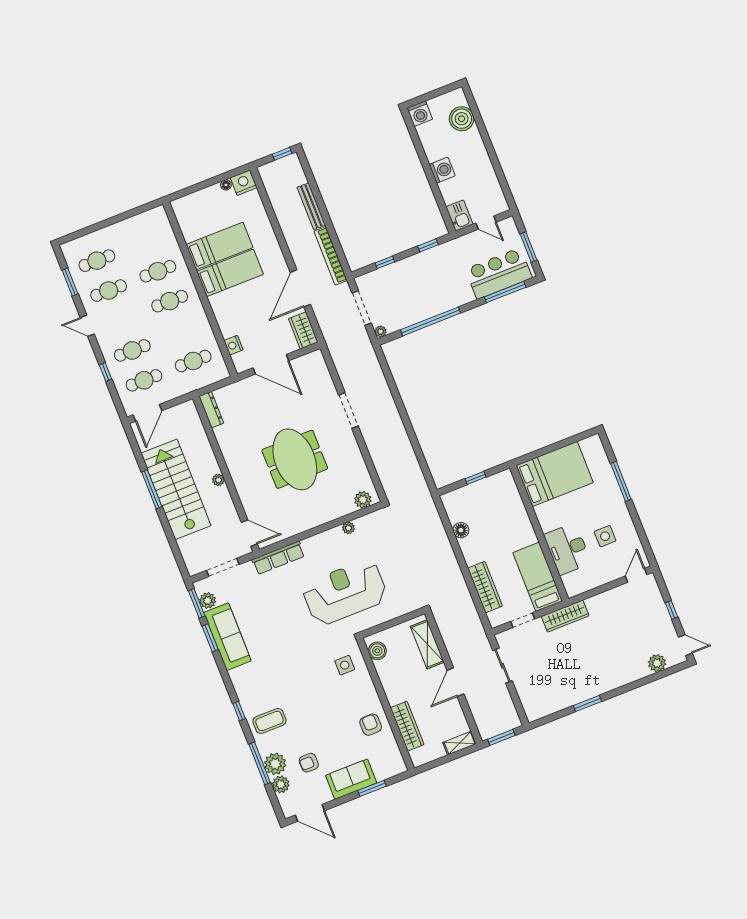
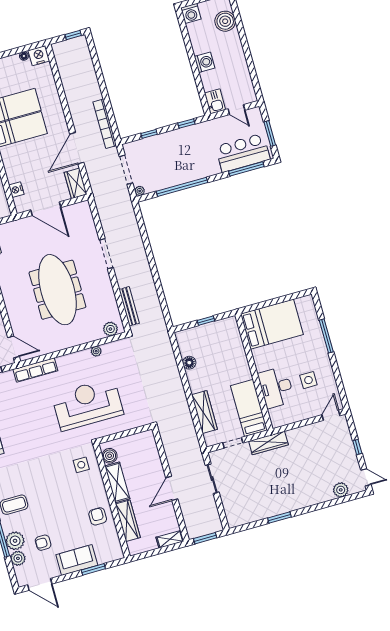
bench: (311, 206) -> (129, 306), moved
meeting table: (295, 459) -> (57, 290), width x1.36
shelving: (427, 644) -> (117, 482), moved

